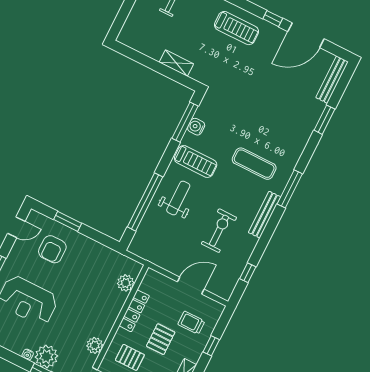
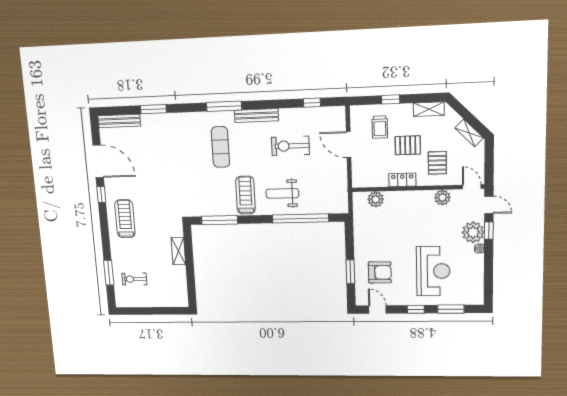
water cooler: (196, 127) -> (218, 209), removed
locker: (134, 311) -> (402, 180), width x0.66

